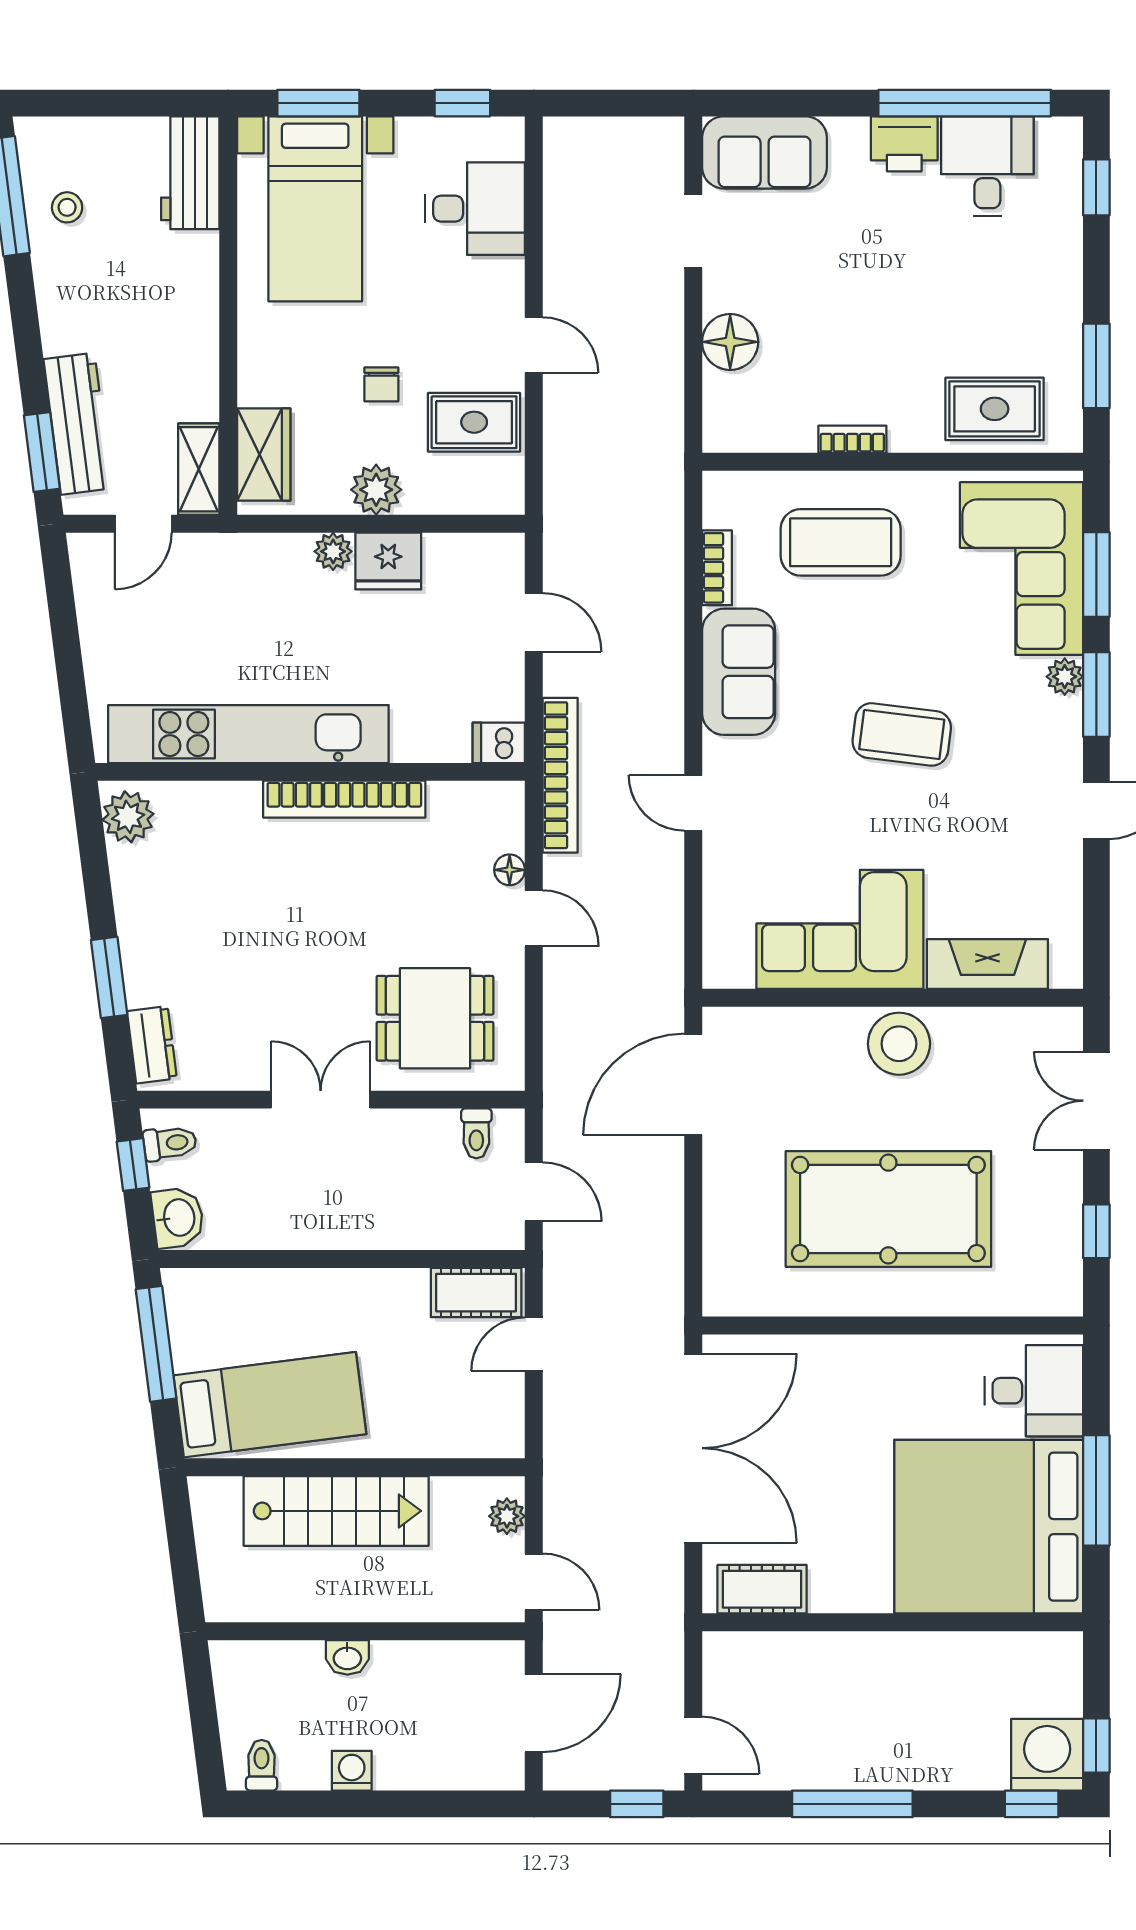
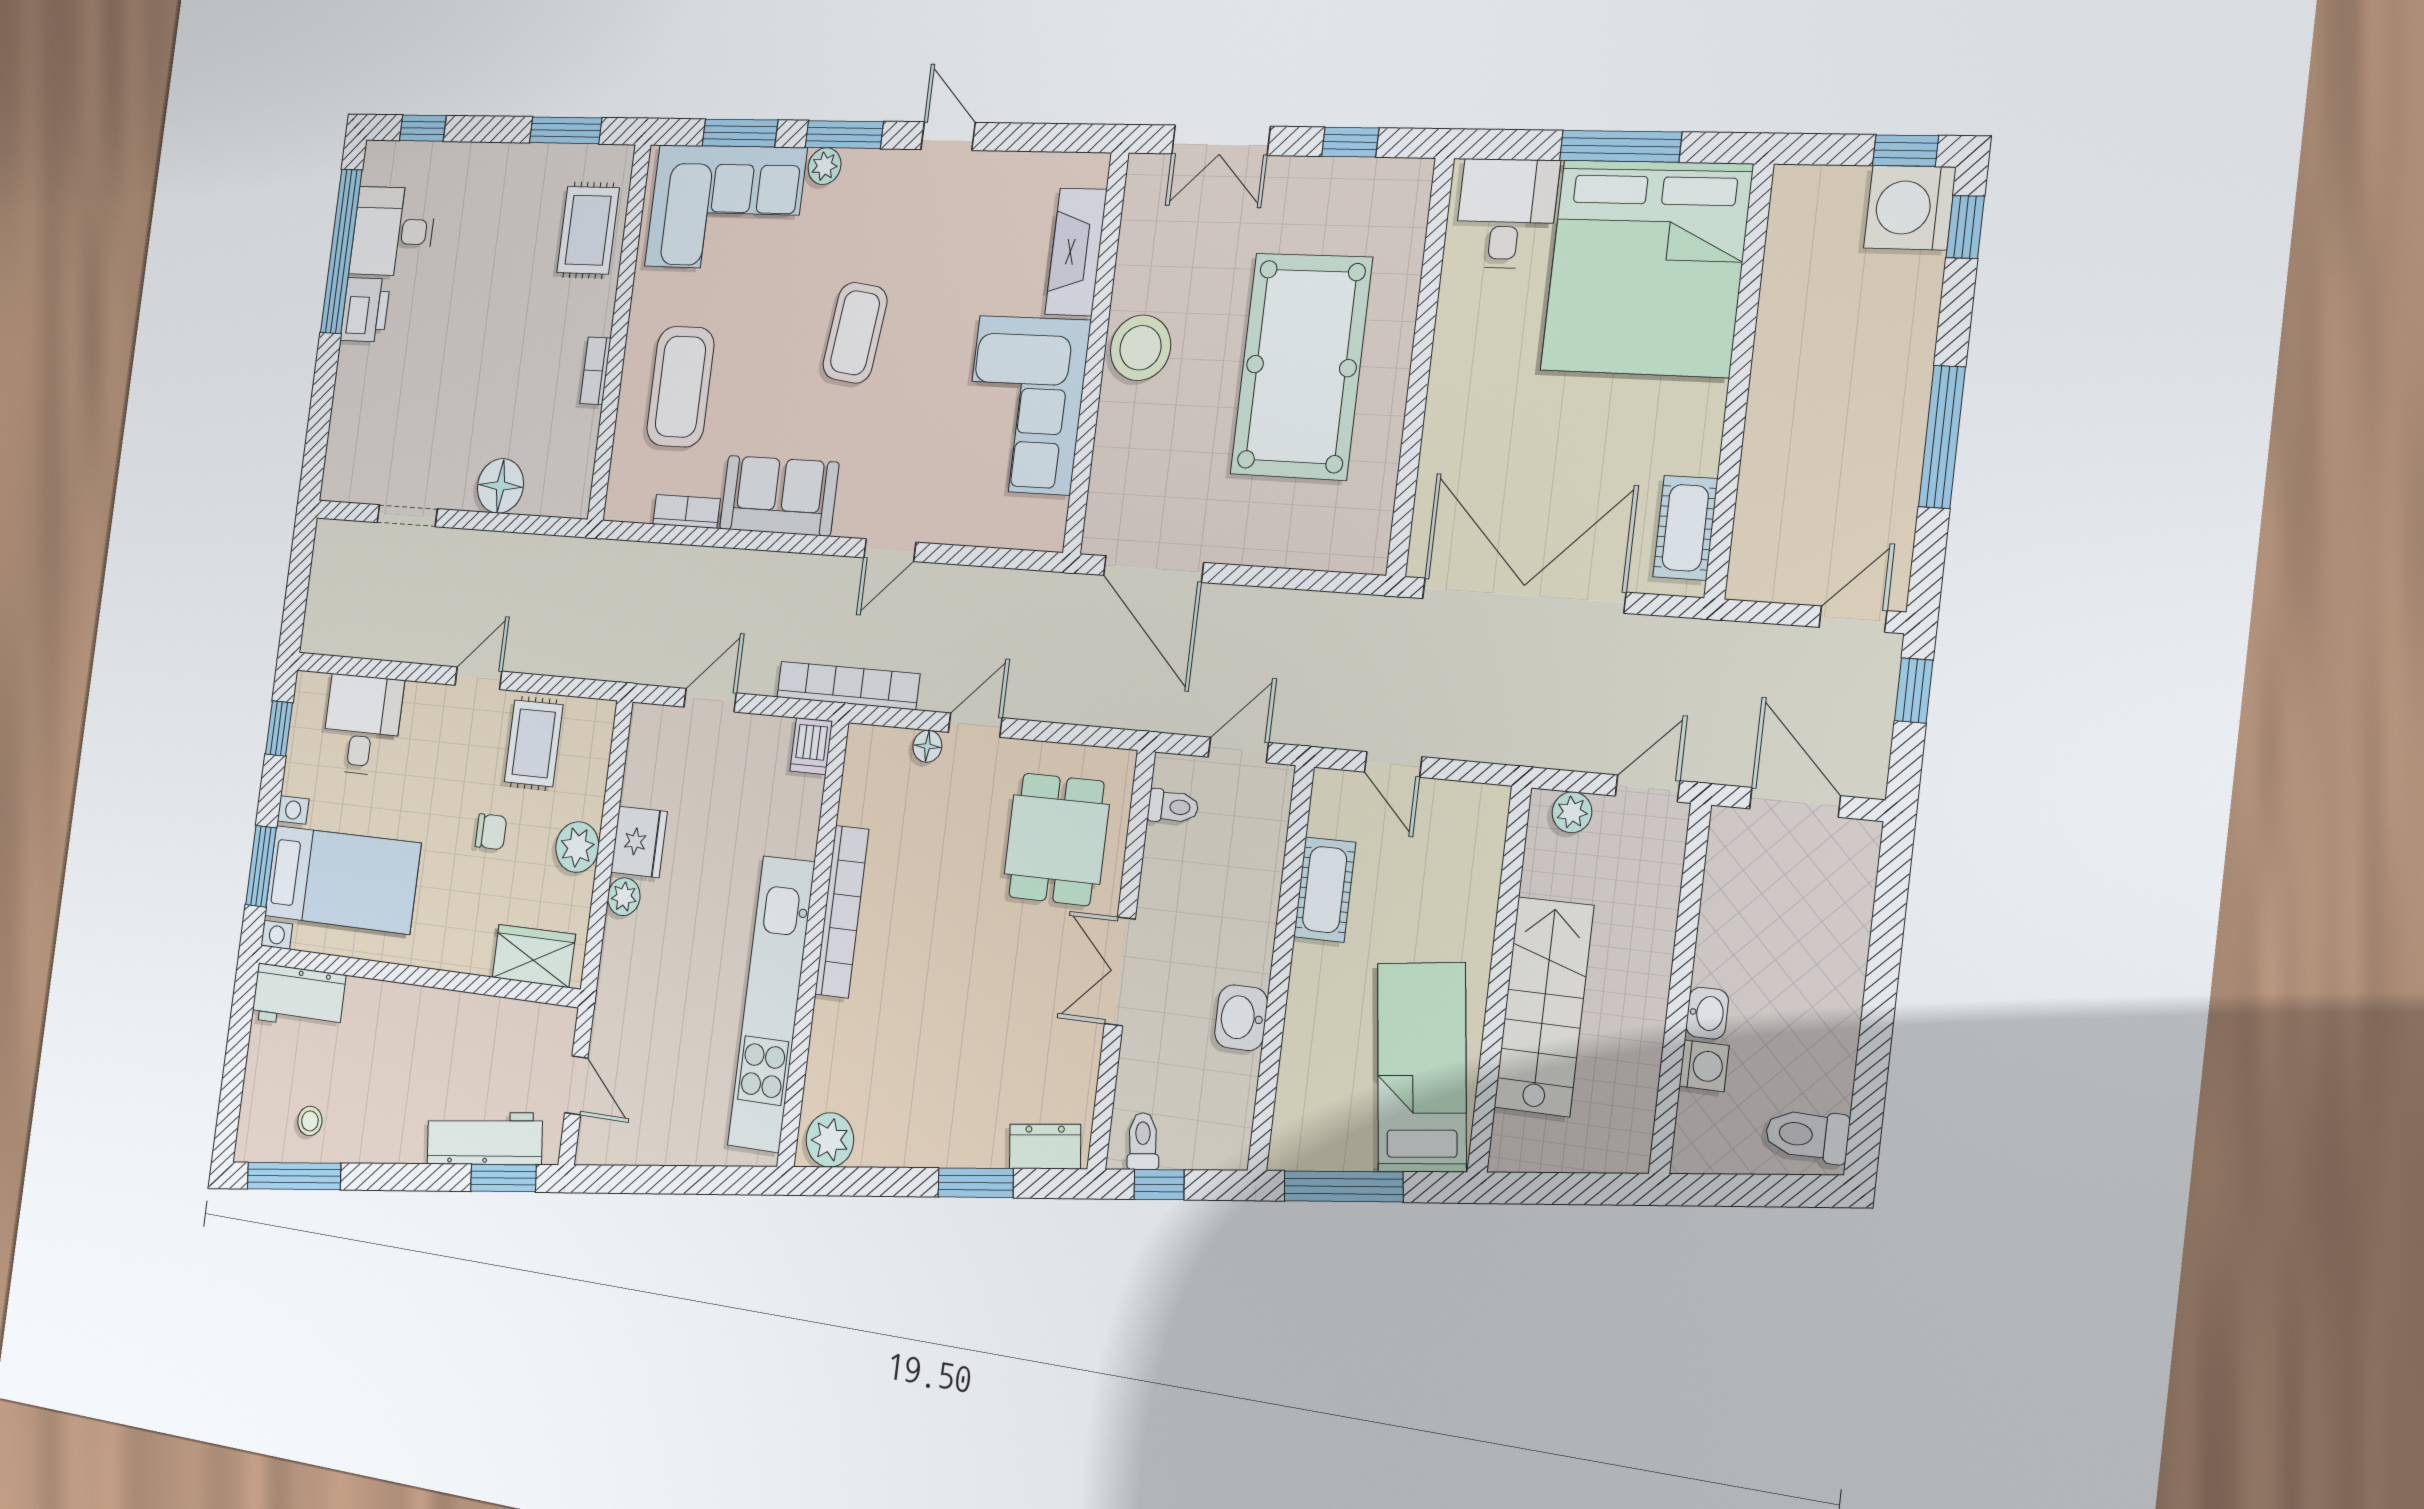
sofa: (765, 152) -> (355, 443), removed
shelving: (199, 469) -> (538, 1023), removed
washbasin: (178, 1218) -> (1241, 1018), moved, turned -83
cot: (476, 1293) -> (1325, 890), moved
toilet: (262, 1765) -> (1807, 1135), width x1.37, depth x1.39
washing machine: (352, 1771) -> (1704, 1066), moved, turned 180

